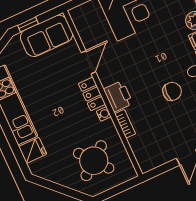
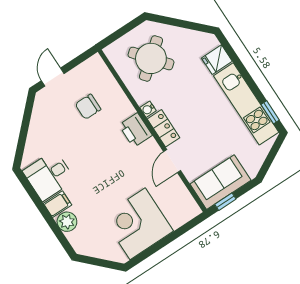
window: (28, 25) -> (225, 202), moved
chair: (172, 91) -> (88, 107), moved
bookcase: (125, 124) -> (124, 102), removed

